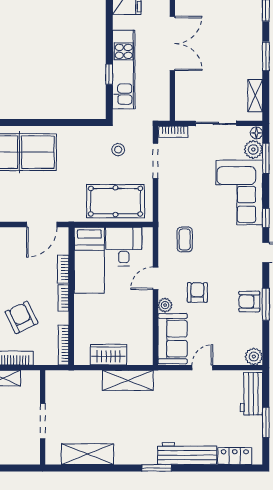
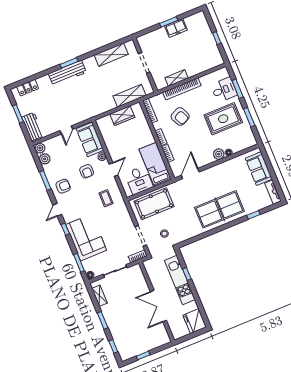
plant: (253, 149) -> (45, 159), moved
armchair: (249, 301) -> (63, 186), moved
shelving: (128, 380) -> (130, 96), moved
workbench: (187, 454) -> (67, 73), moved

